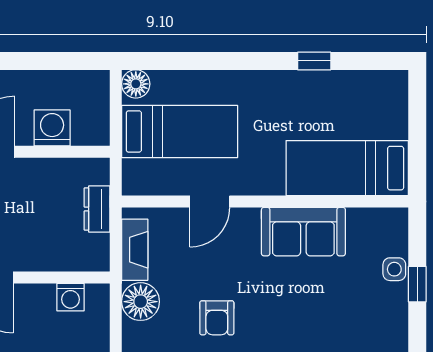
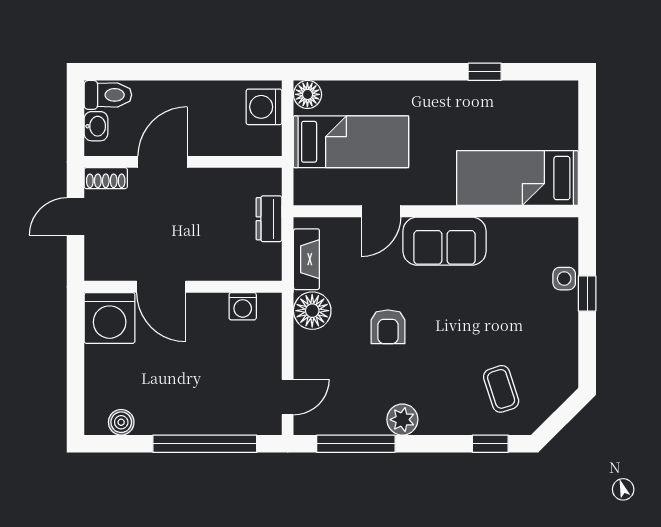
washing machine: (52, 128) -> (264, 107), moved, turned -90
sofa: (303, 232) -> (444, 241), moved

